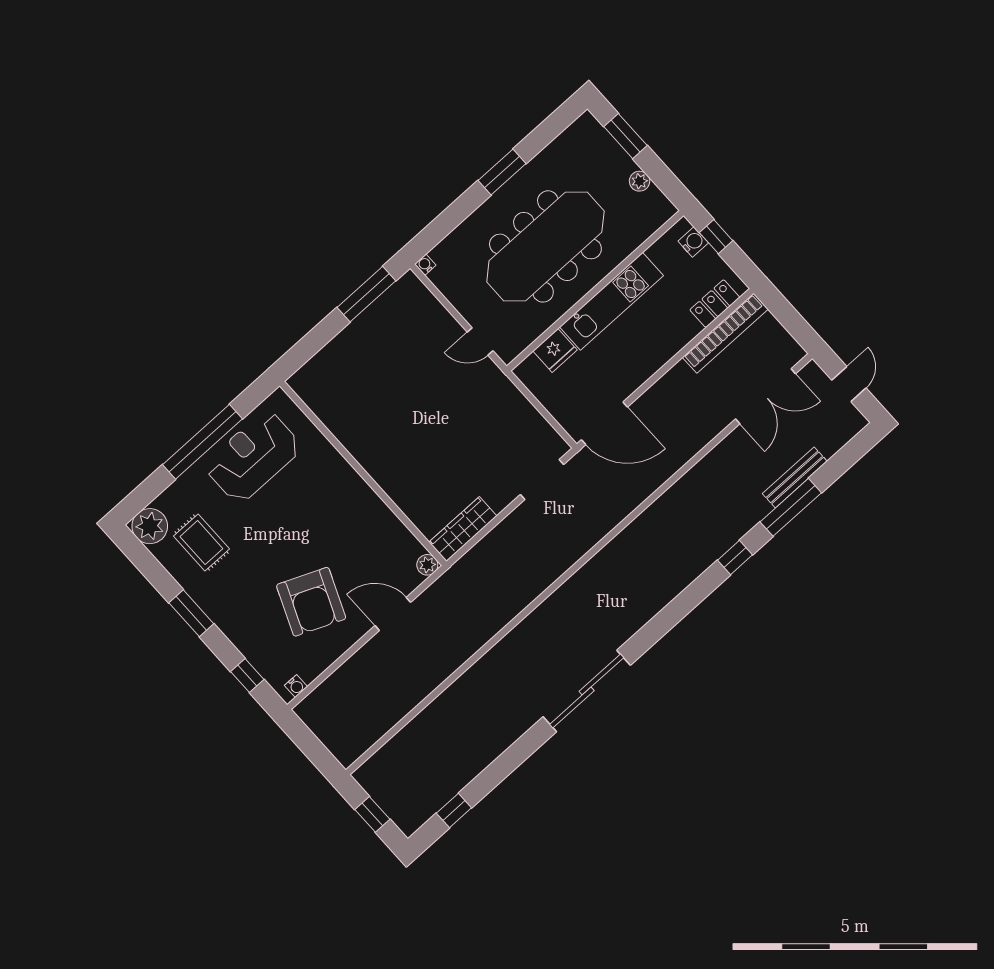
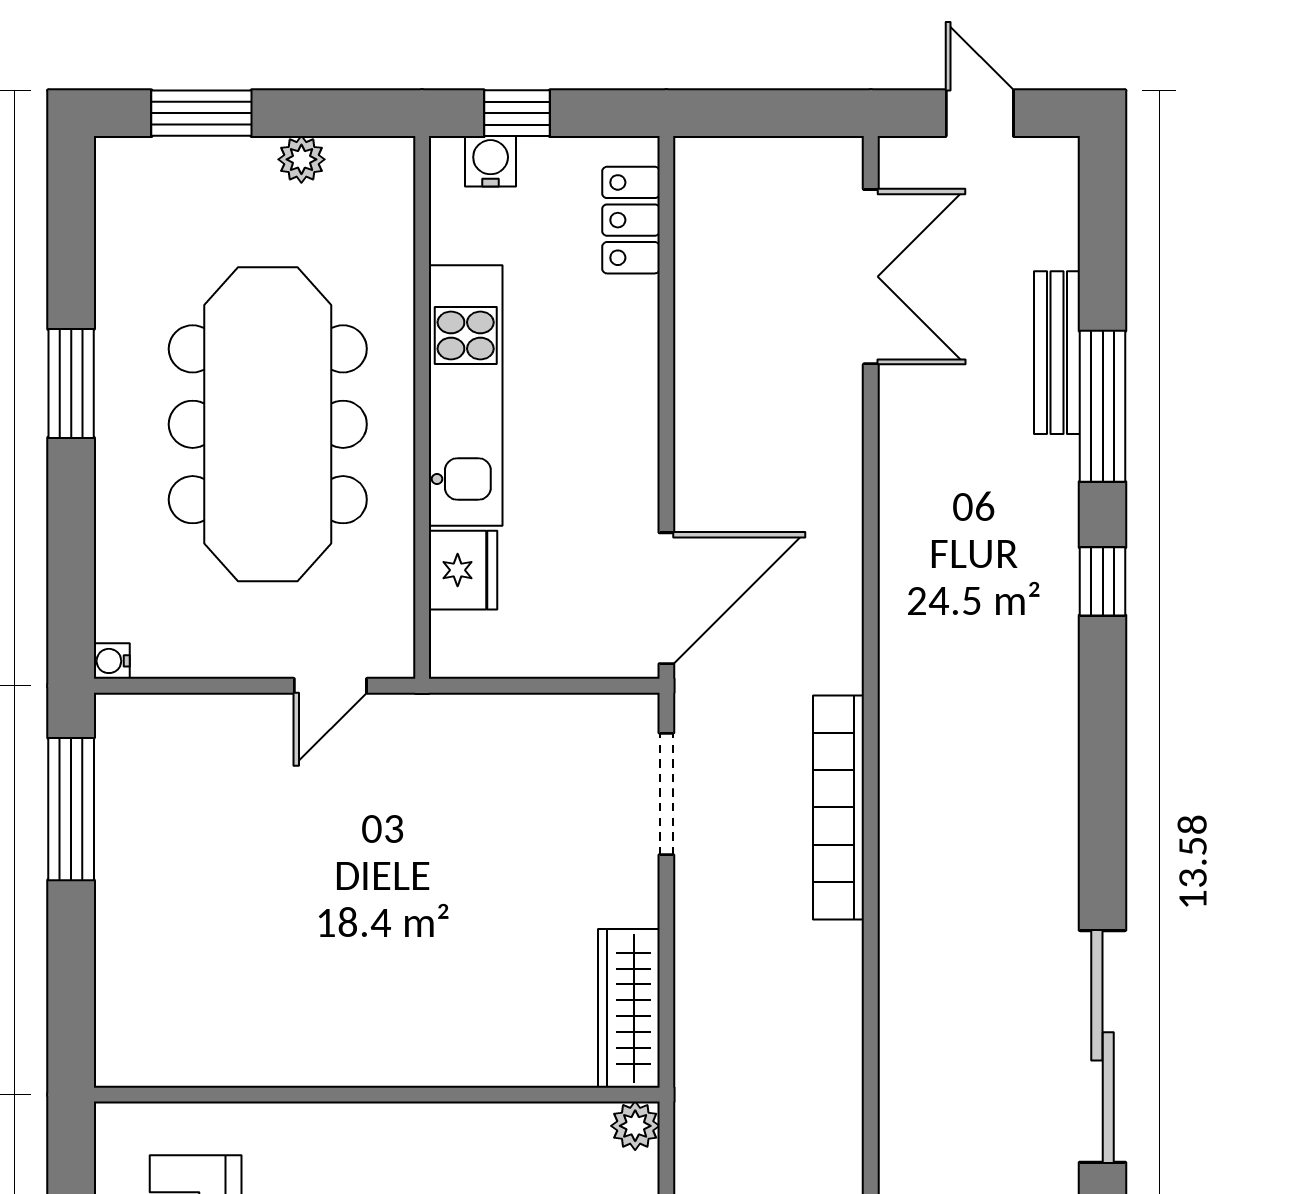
bookcase: (725, 333) -> (839, 807), moved, turned 180

